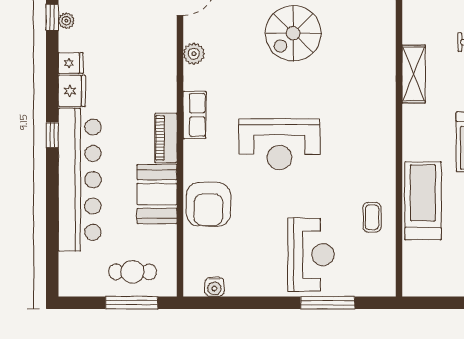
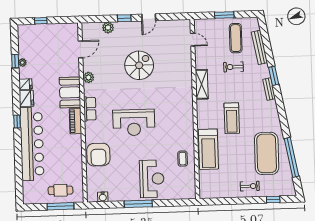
spiral stairs: (293, 33) -> (139, 65), turned 180
booth: (157, 194) -> (70, 92), moved
treadmill: (423, 201) -> (208, 149), turned 180
window: (328, 303) -> (138, 204), moved

